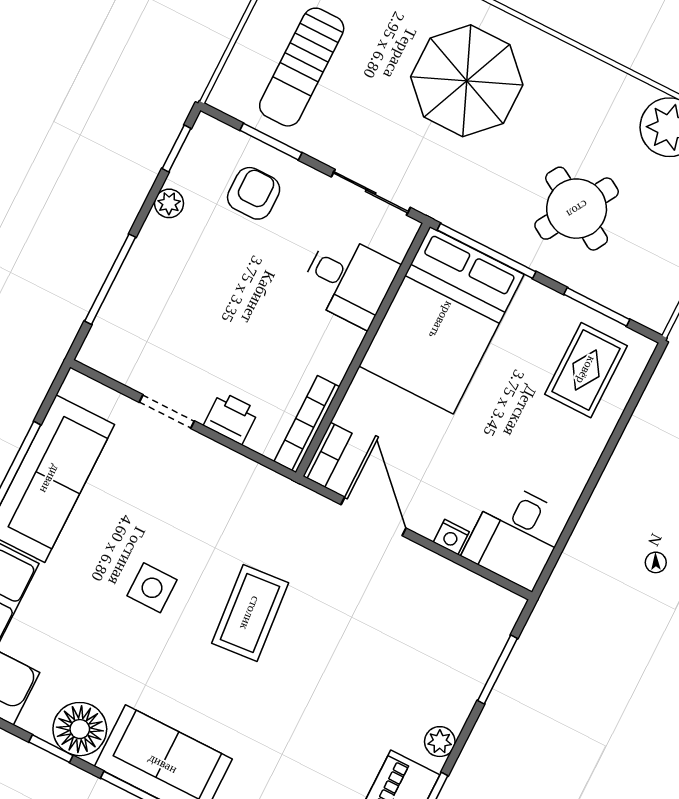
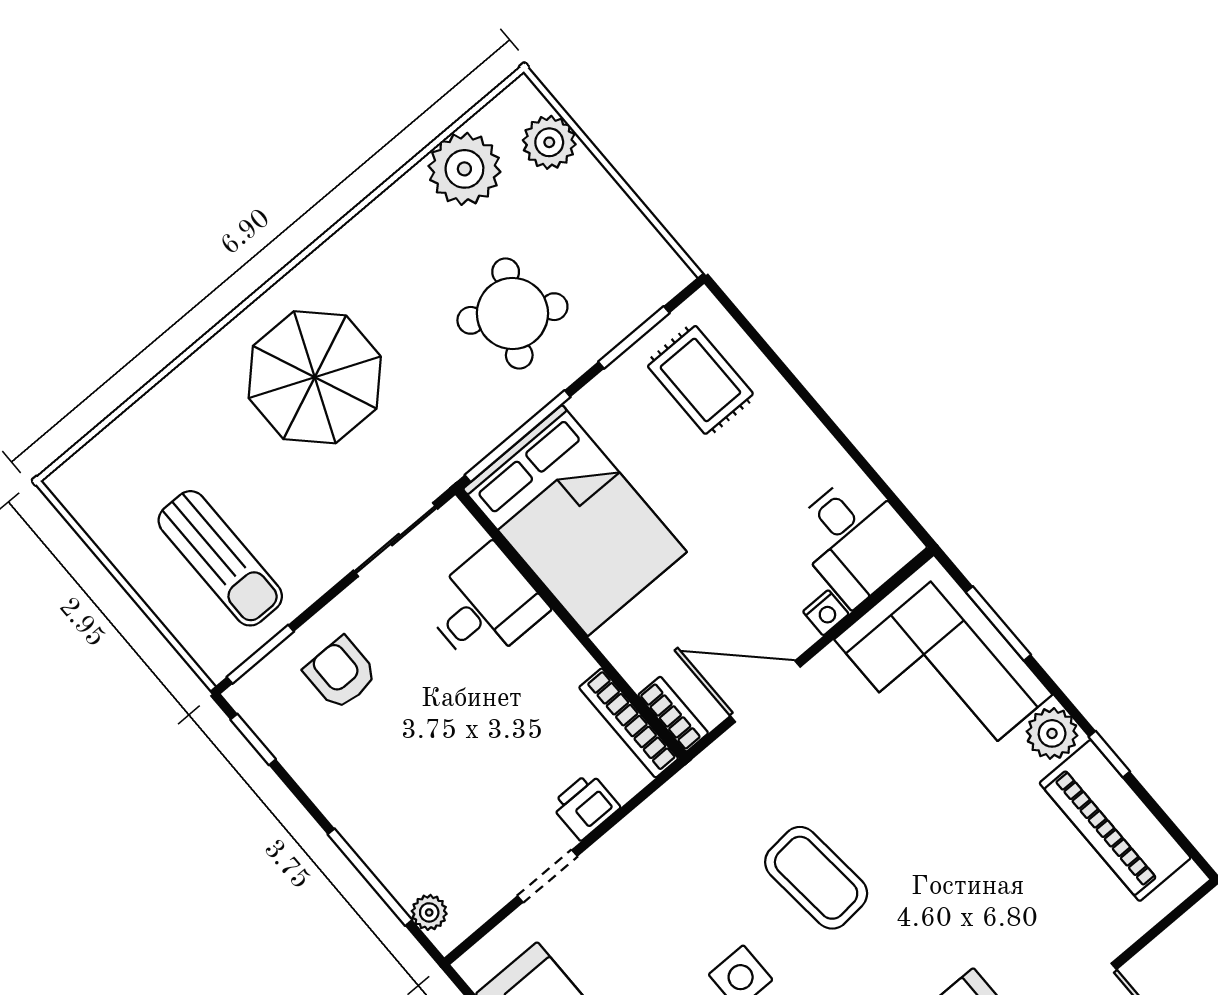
window: (271, 142) -> (260, 654), moved
plant: (169, 203) -> (429, 912), moved
corner sofa: (448, 642) -> (943, 667), added
plant: (440, 742) -> (1052, 733), width x1.38, depth x1.38

